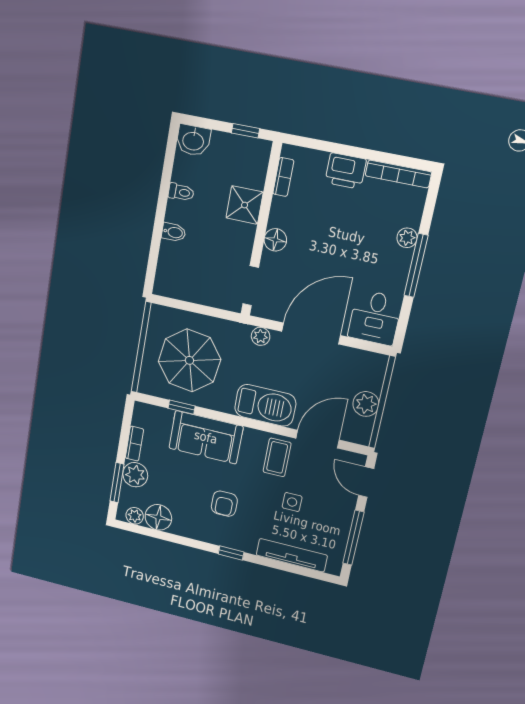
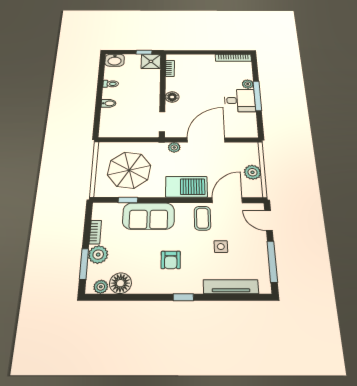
printer: (346, 171) -> (204, 61), removed
shower: (245, 205) -> (151, 61), moved
desk: (375, 317) -> (240, 100), moved, turned -90

